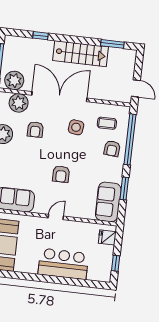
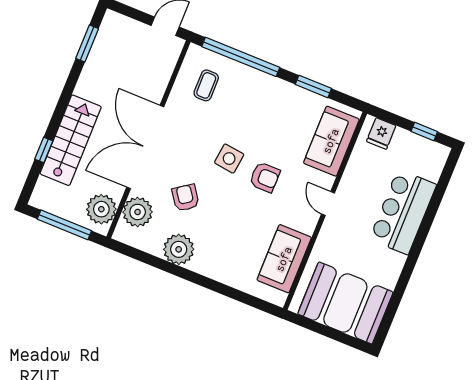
stairs: (80, 54) -> (71, 140), moved
side table: (76, 127) -> (229, 159), moved
armchair: (35, 130) -> (185, 198), turned -125
armchair: (112, 149) -> (247, 88), removed
sofa: (108, 202) -> (331, 141), moved, turned 90

